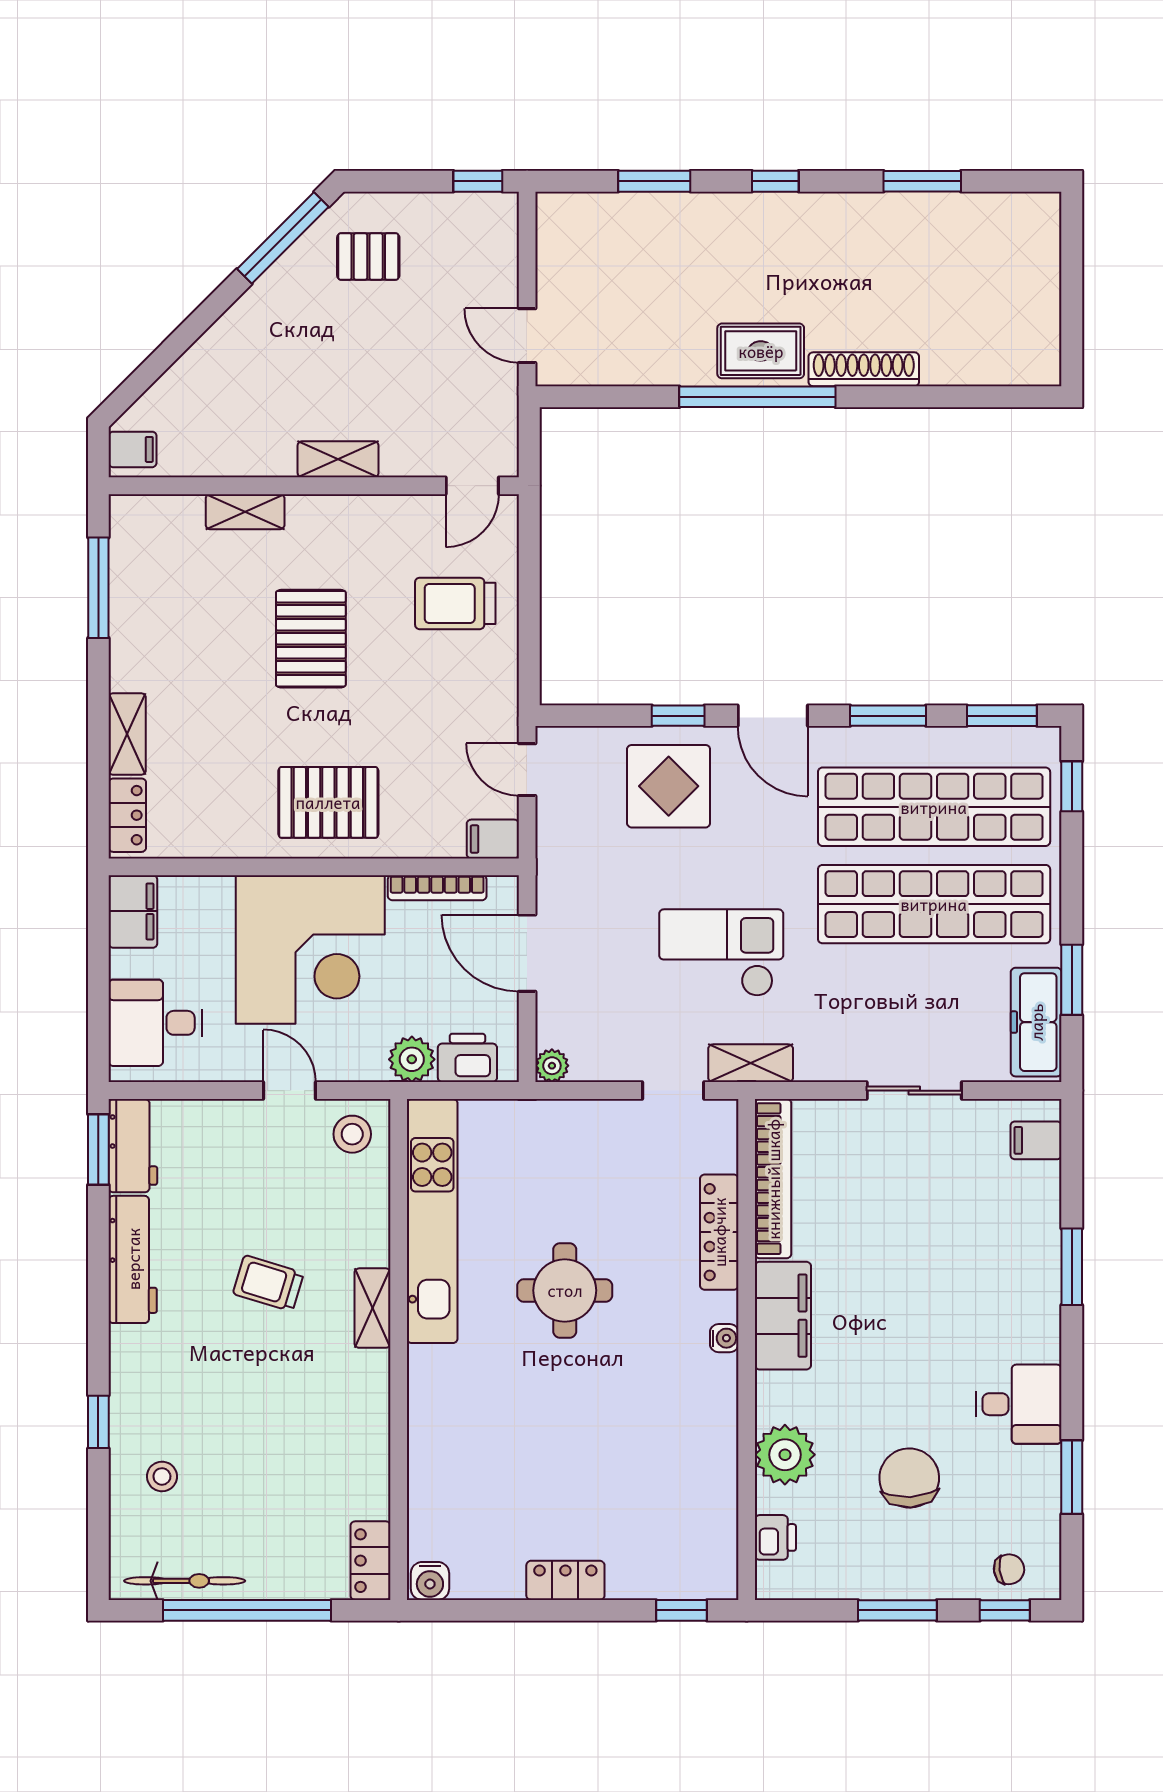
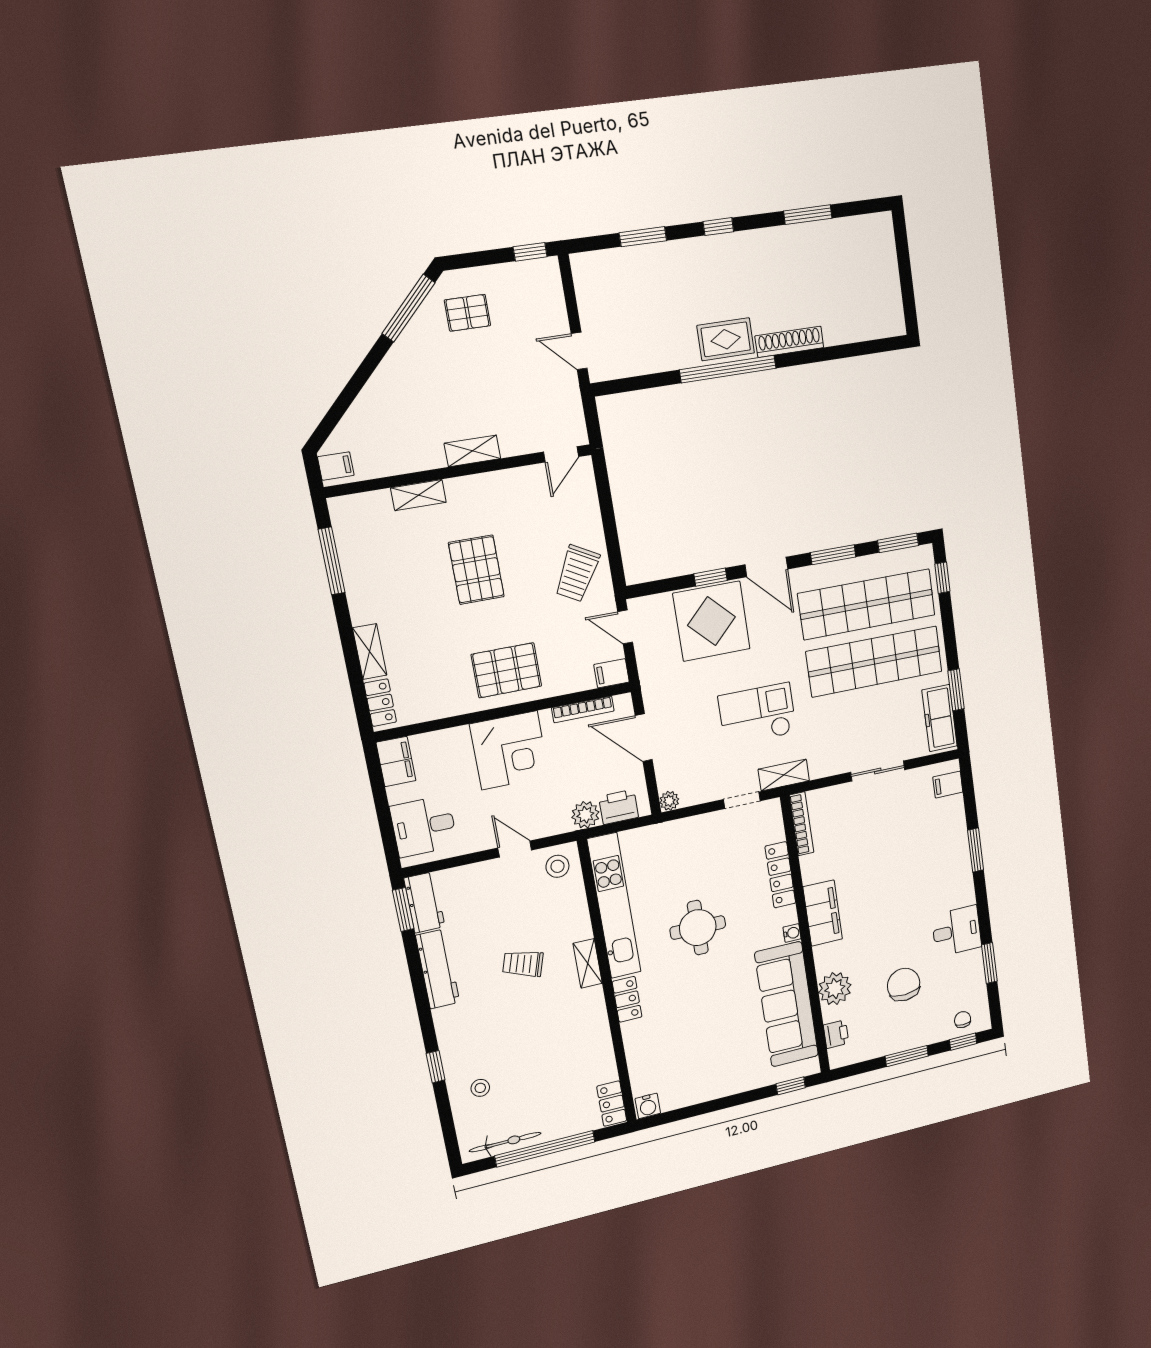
trolley: (455, 603) -> (577, 573), moved, turned -61
display table: (669, 786) -> (712, 621), width x1.36, depth x1.36
corner desk: (310, 949) -> (509, 750), width x0.74, depth x0.74
bookcase: (773, 1179) -> (802, 824), width x0.68, depth x0.76
sofa: (696, 1462) -> (787, 1004), added
chair: (1009, 1569) -> (963, 1020), turned -83
locker: (565, 1580) -> (627, 999), moved, turned 90

